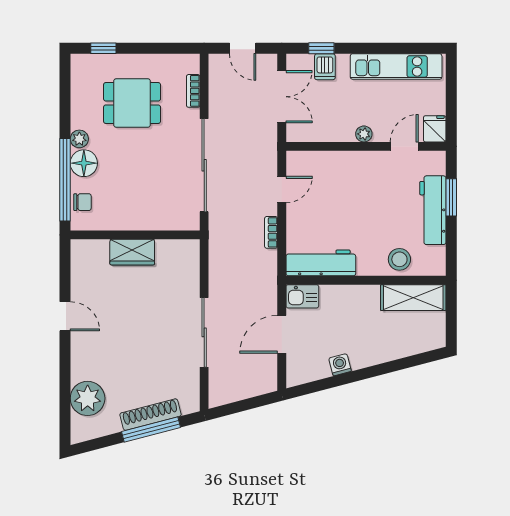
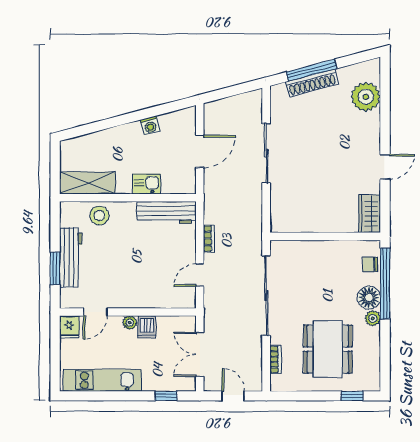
dishwasher: (325, 67) -> (147, 327), moved, turned 180
dining table: (132, 103) -> (328, 349), width x1.38
wardrobe: (132, 252) -> (369, 214), moved, turned -90
kitchen sink: (302, 296) -> (147, 184), moved
door: (65, 316) -> (385, 167), swing flipped

